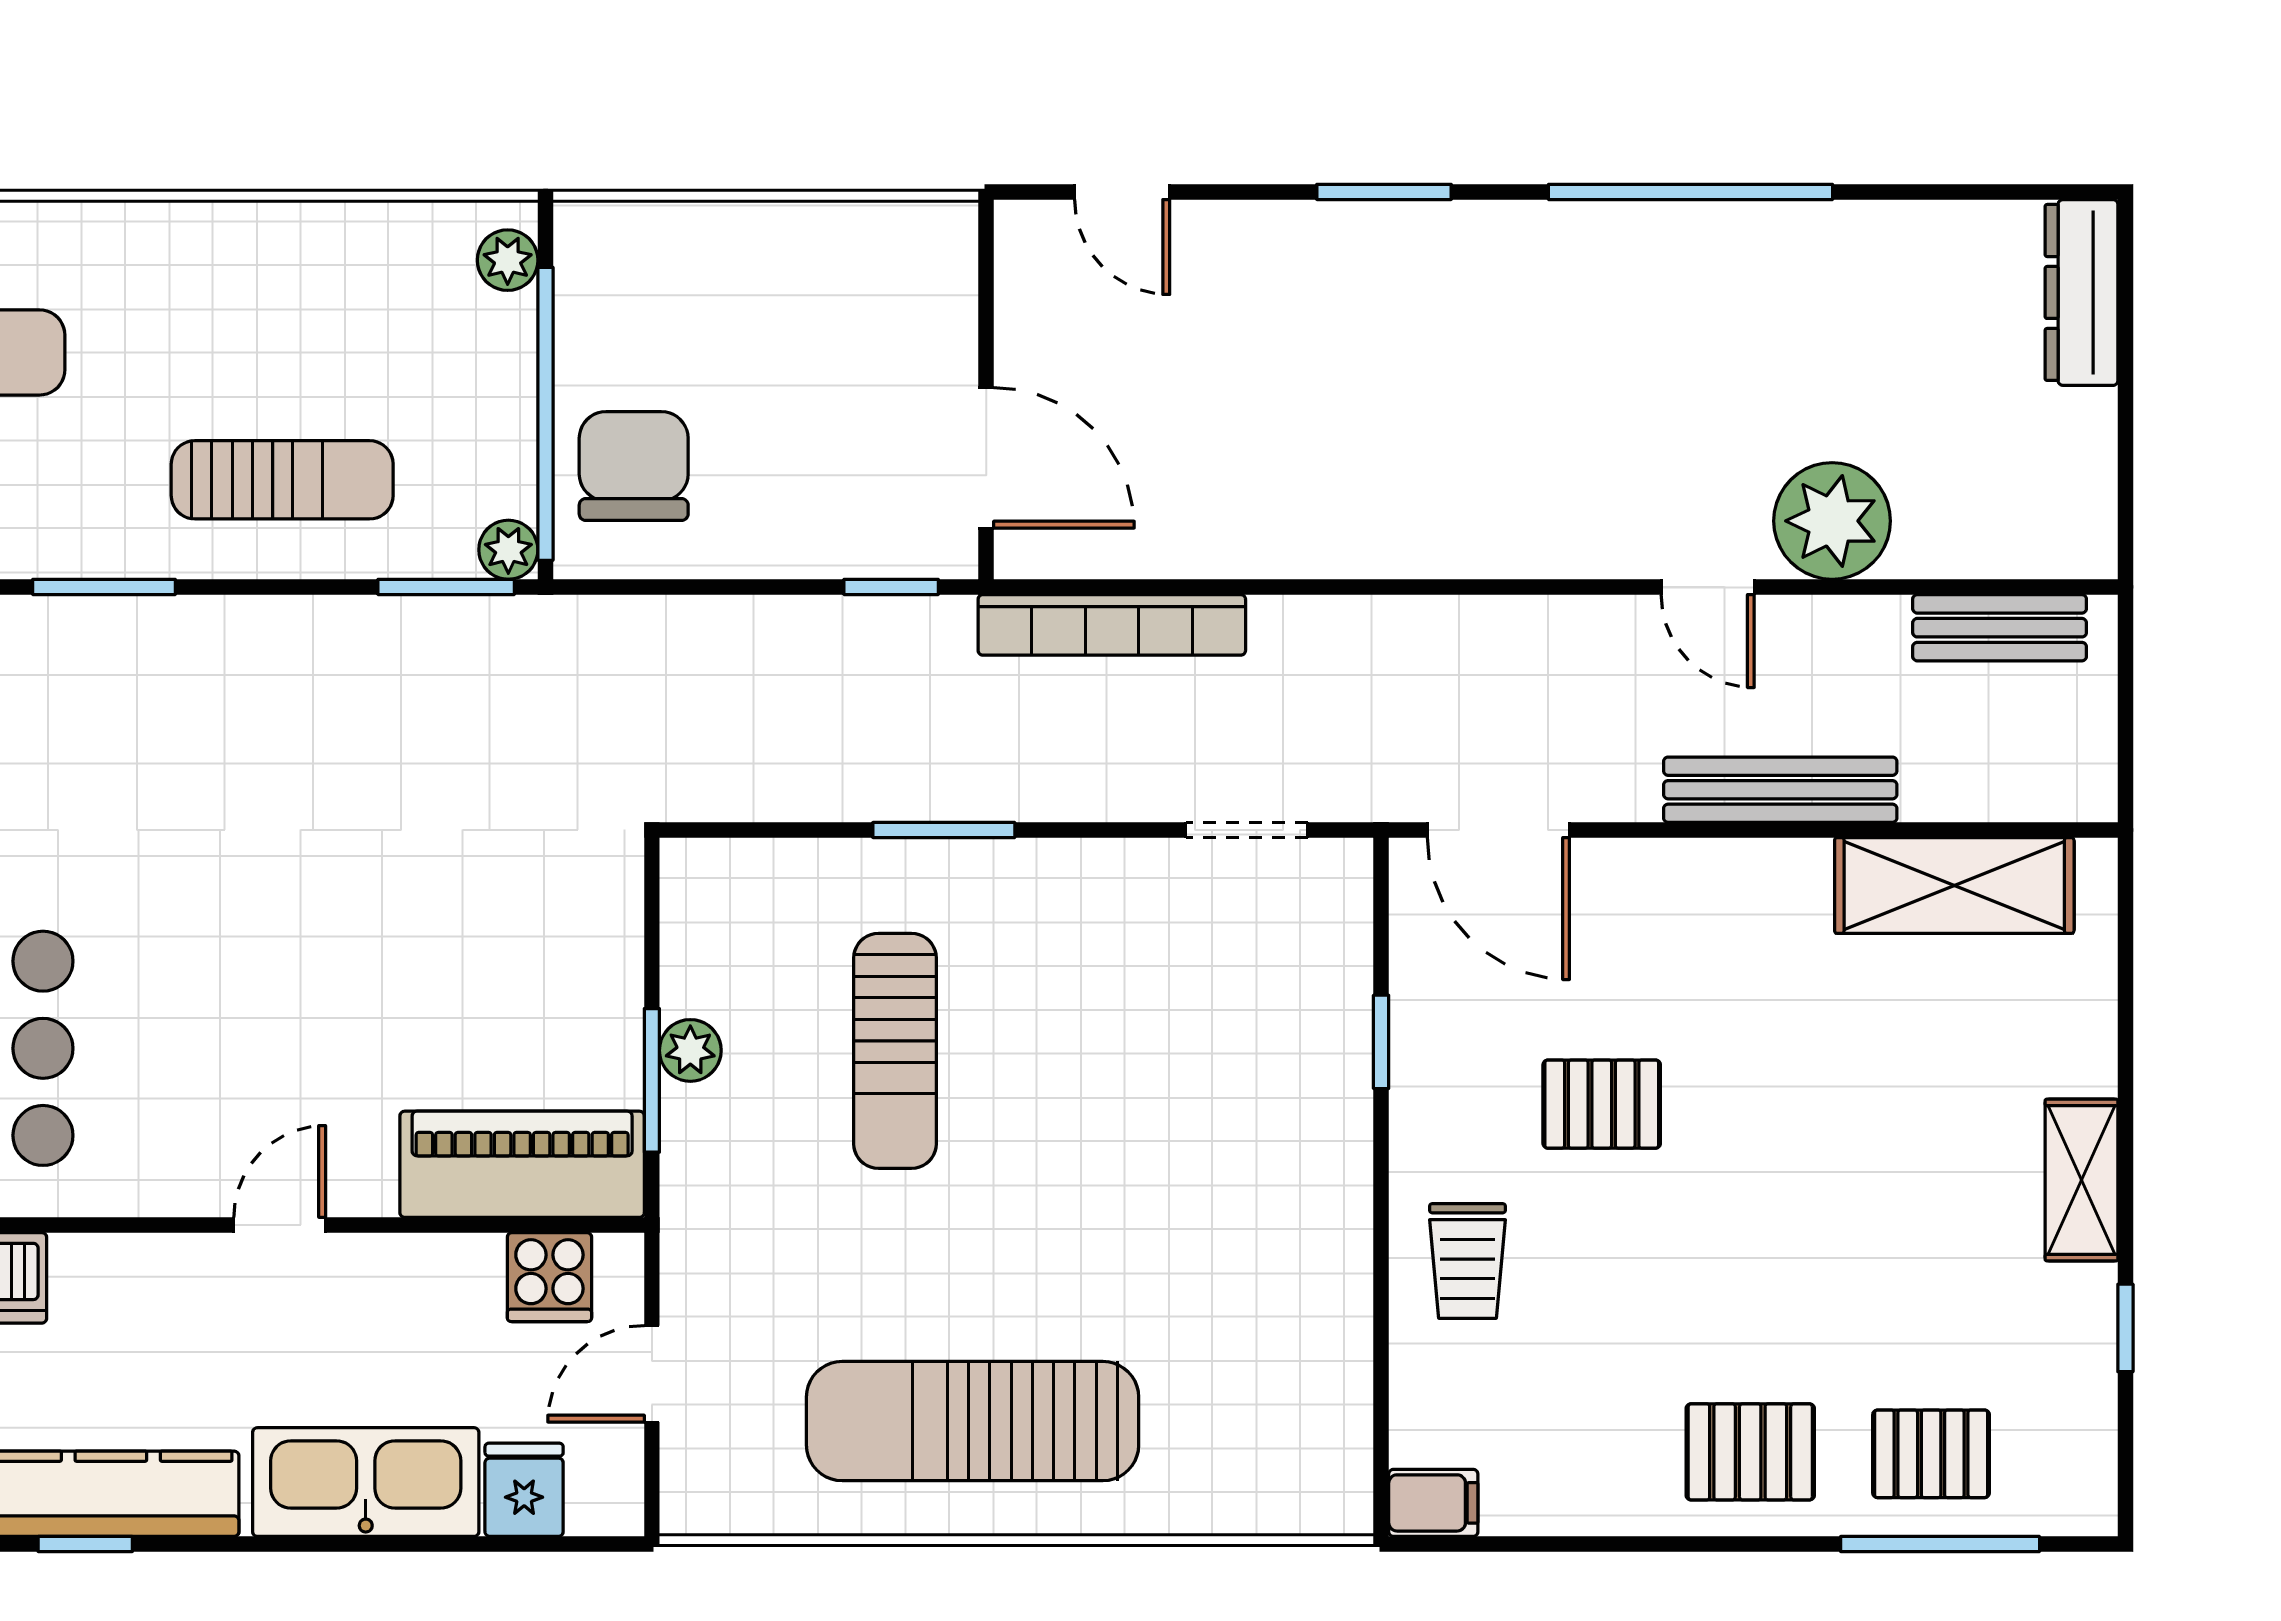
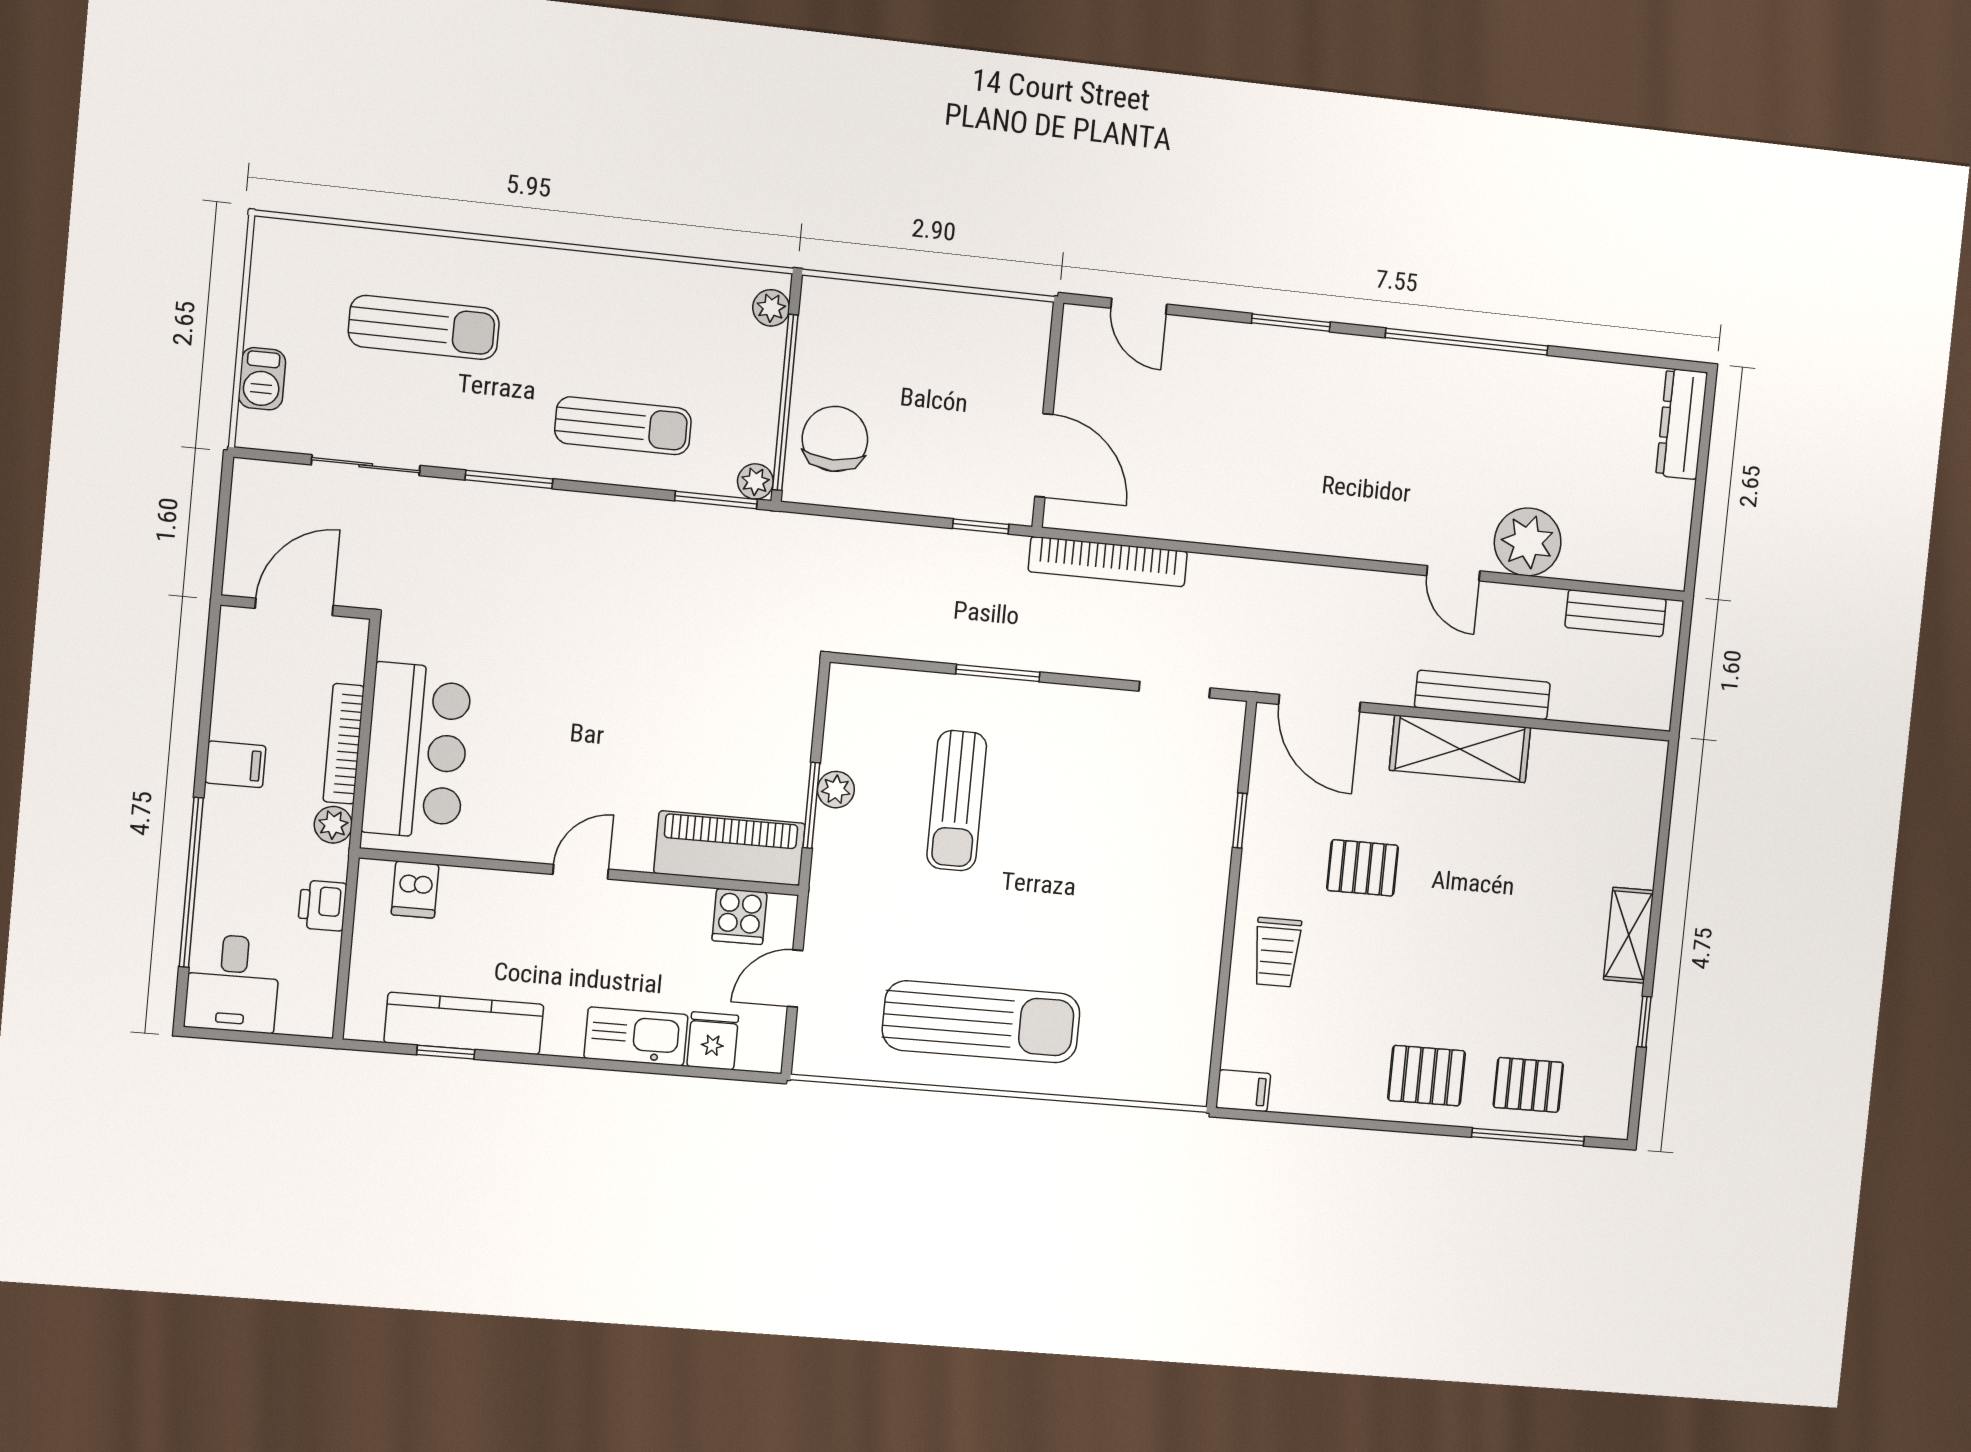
shelving: (1954, 885) -> (1460, 749), moved
sun lounger: (973, 1421) -> (981, 1022), turned 180
kitchen sink: (366, 1482) -> (636, 1036), width x0.73, depth x0.81

